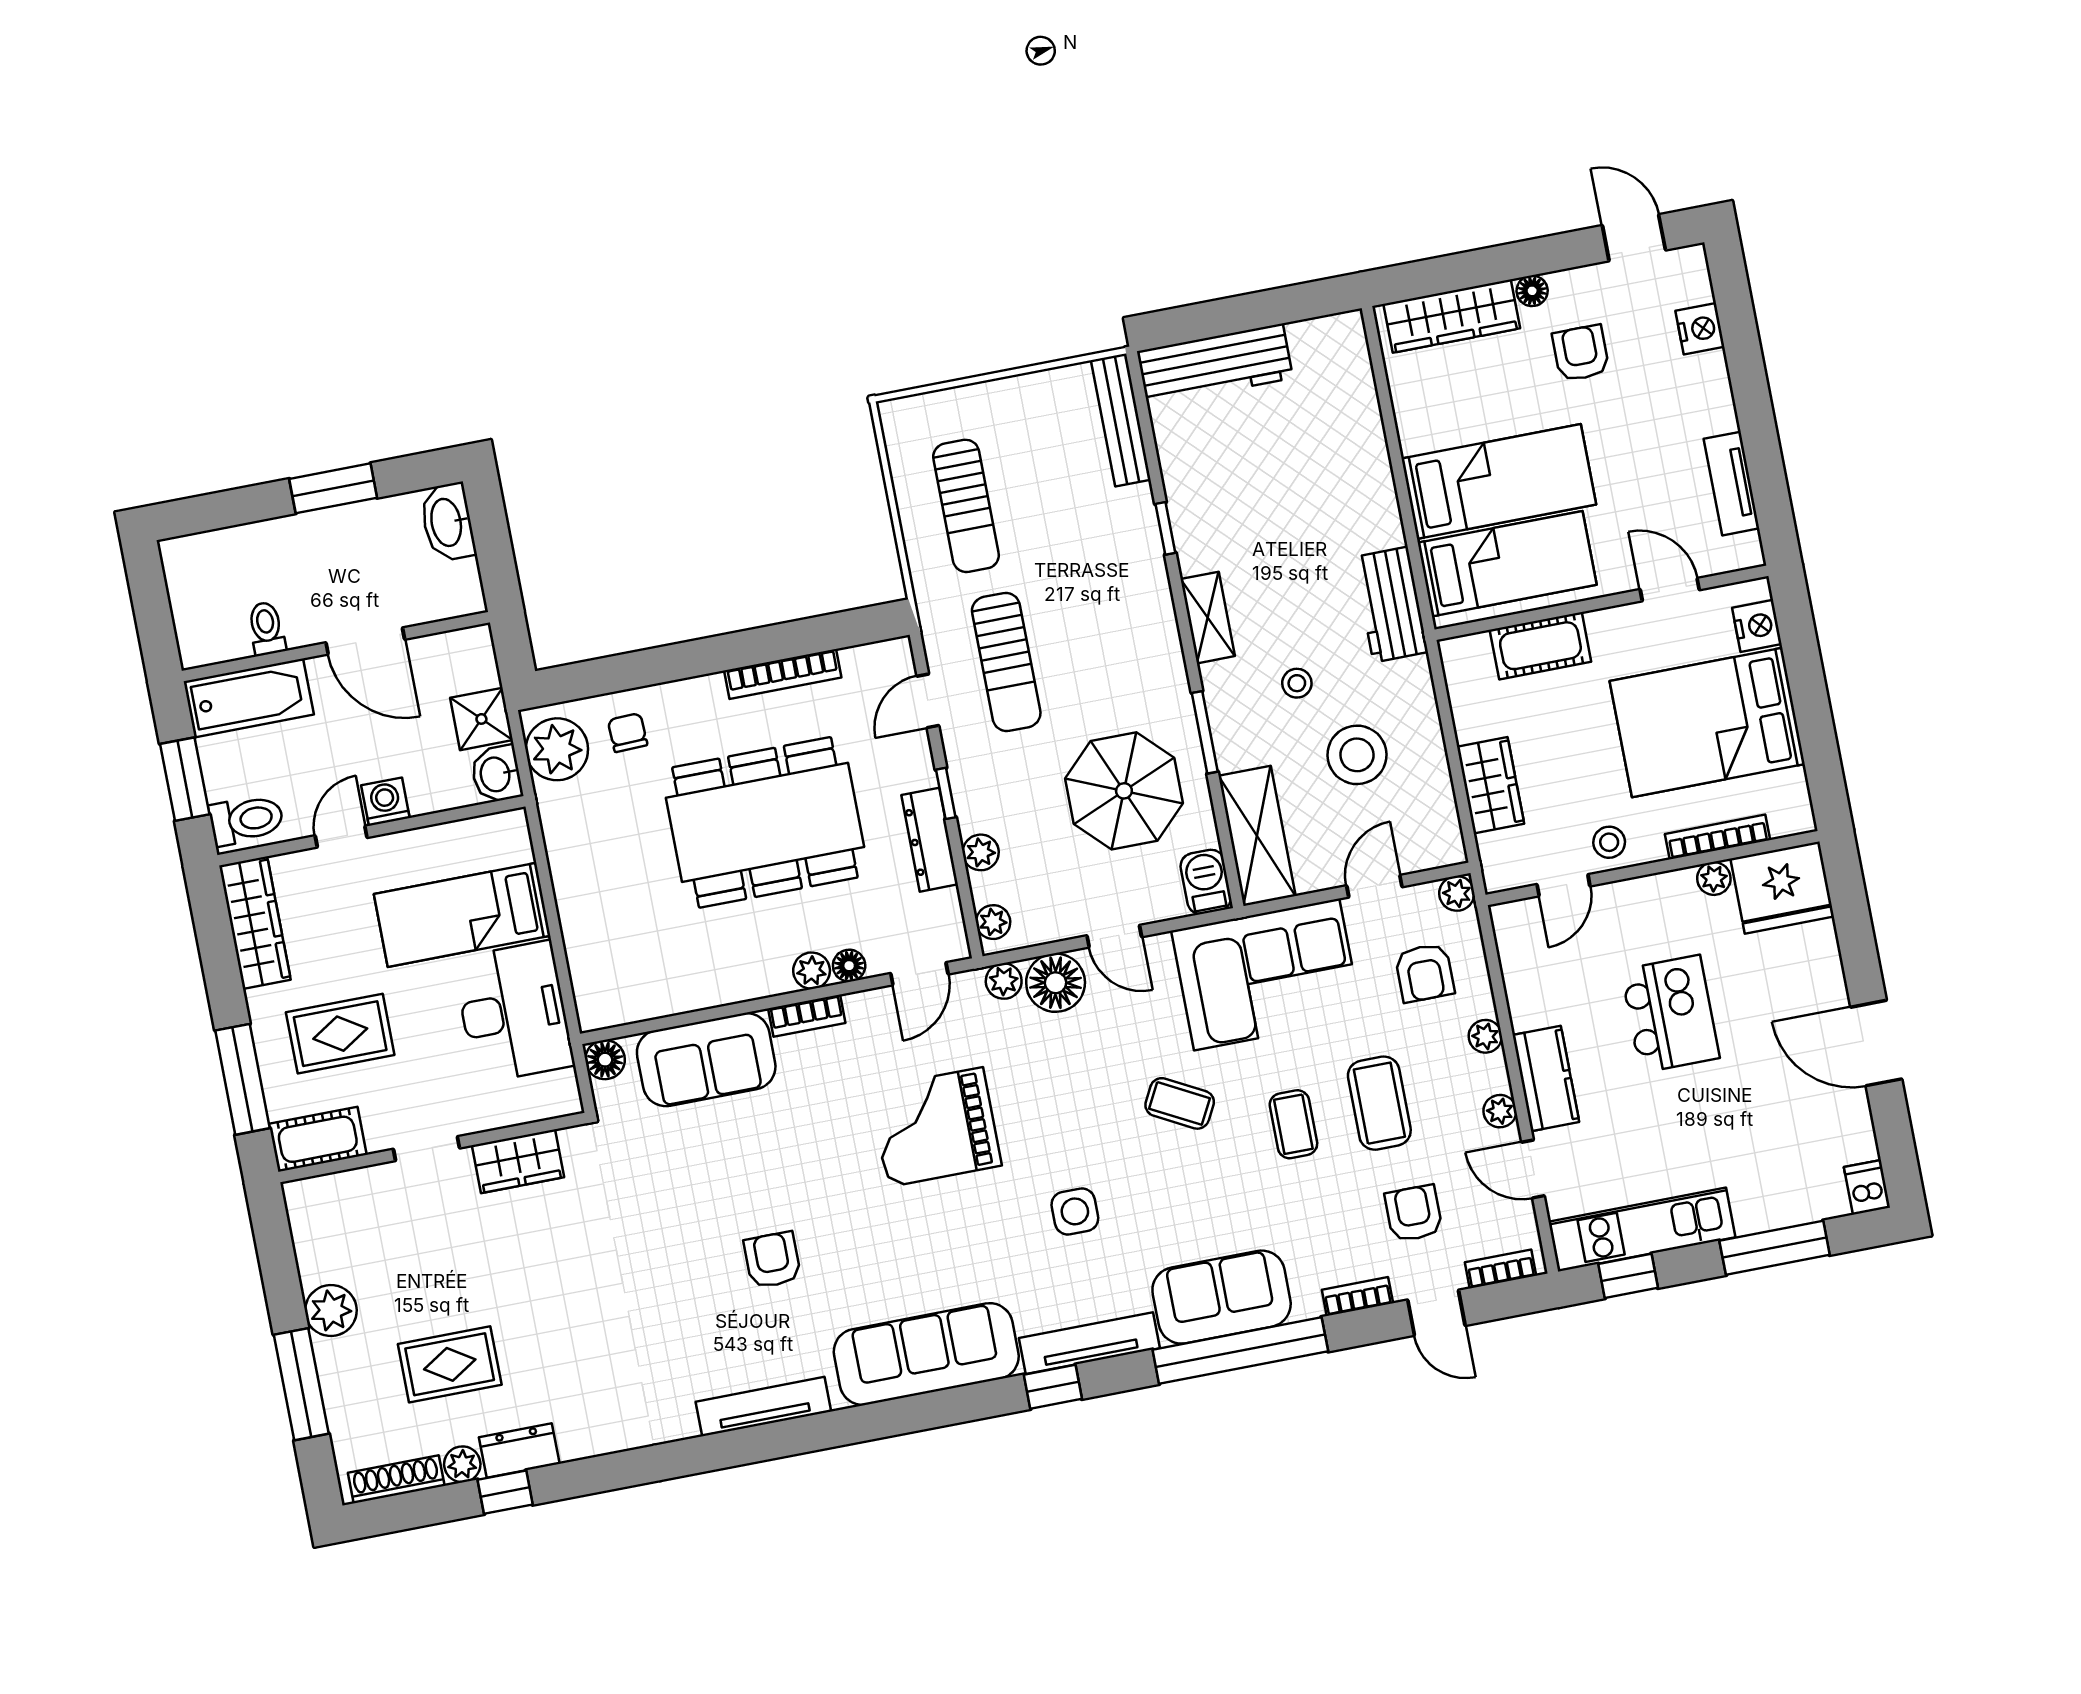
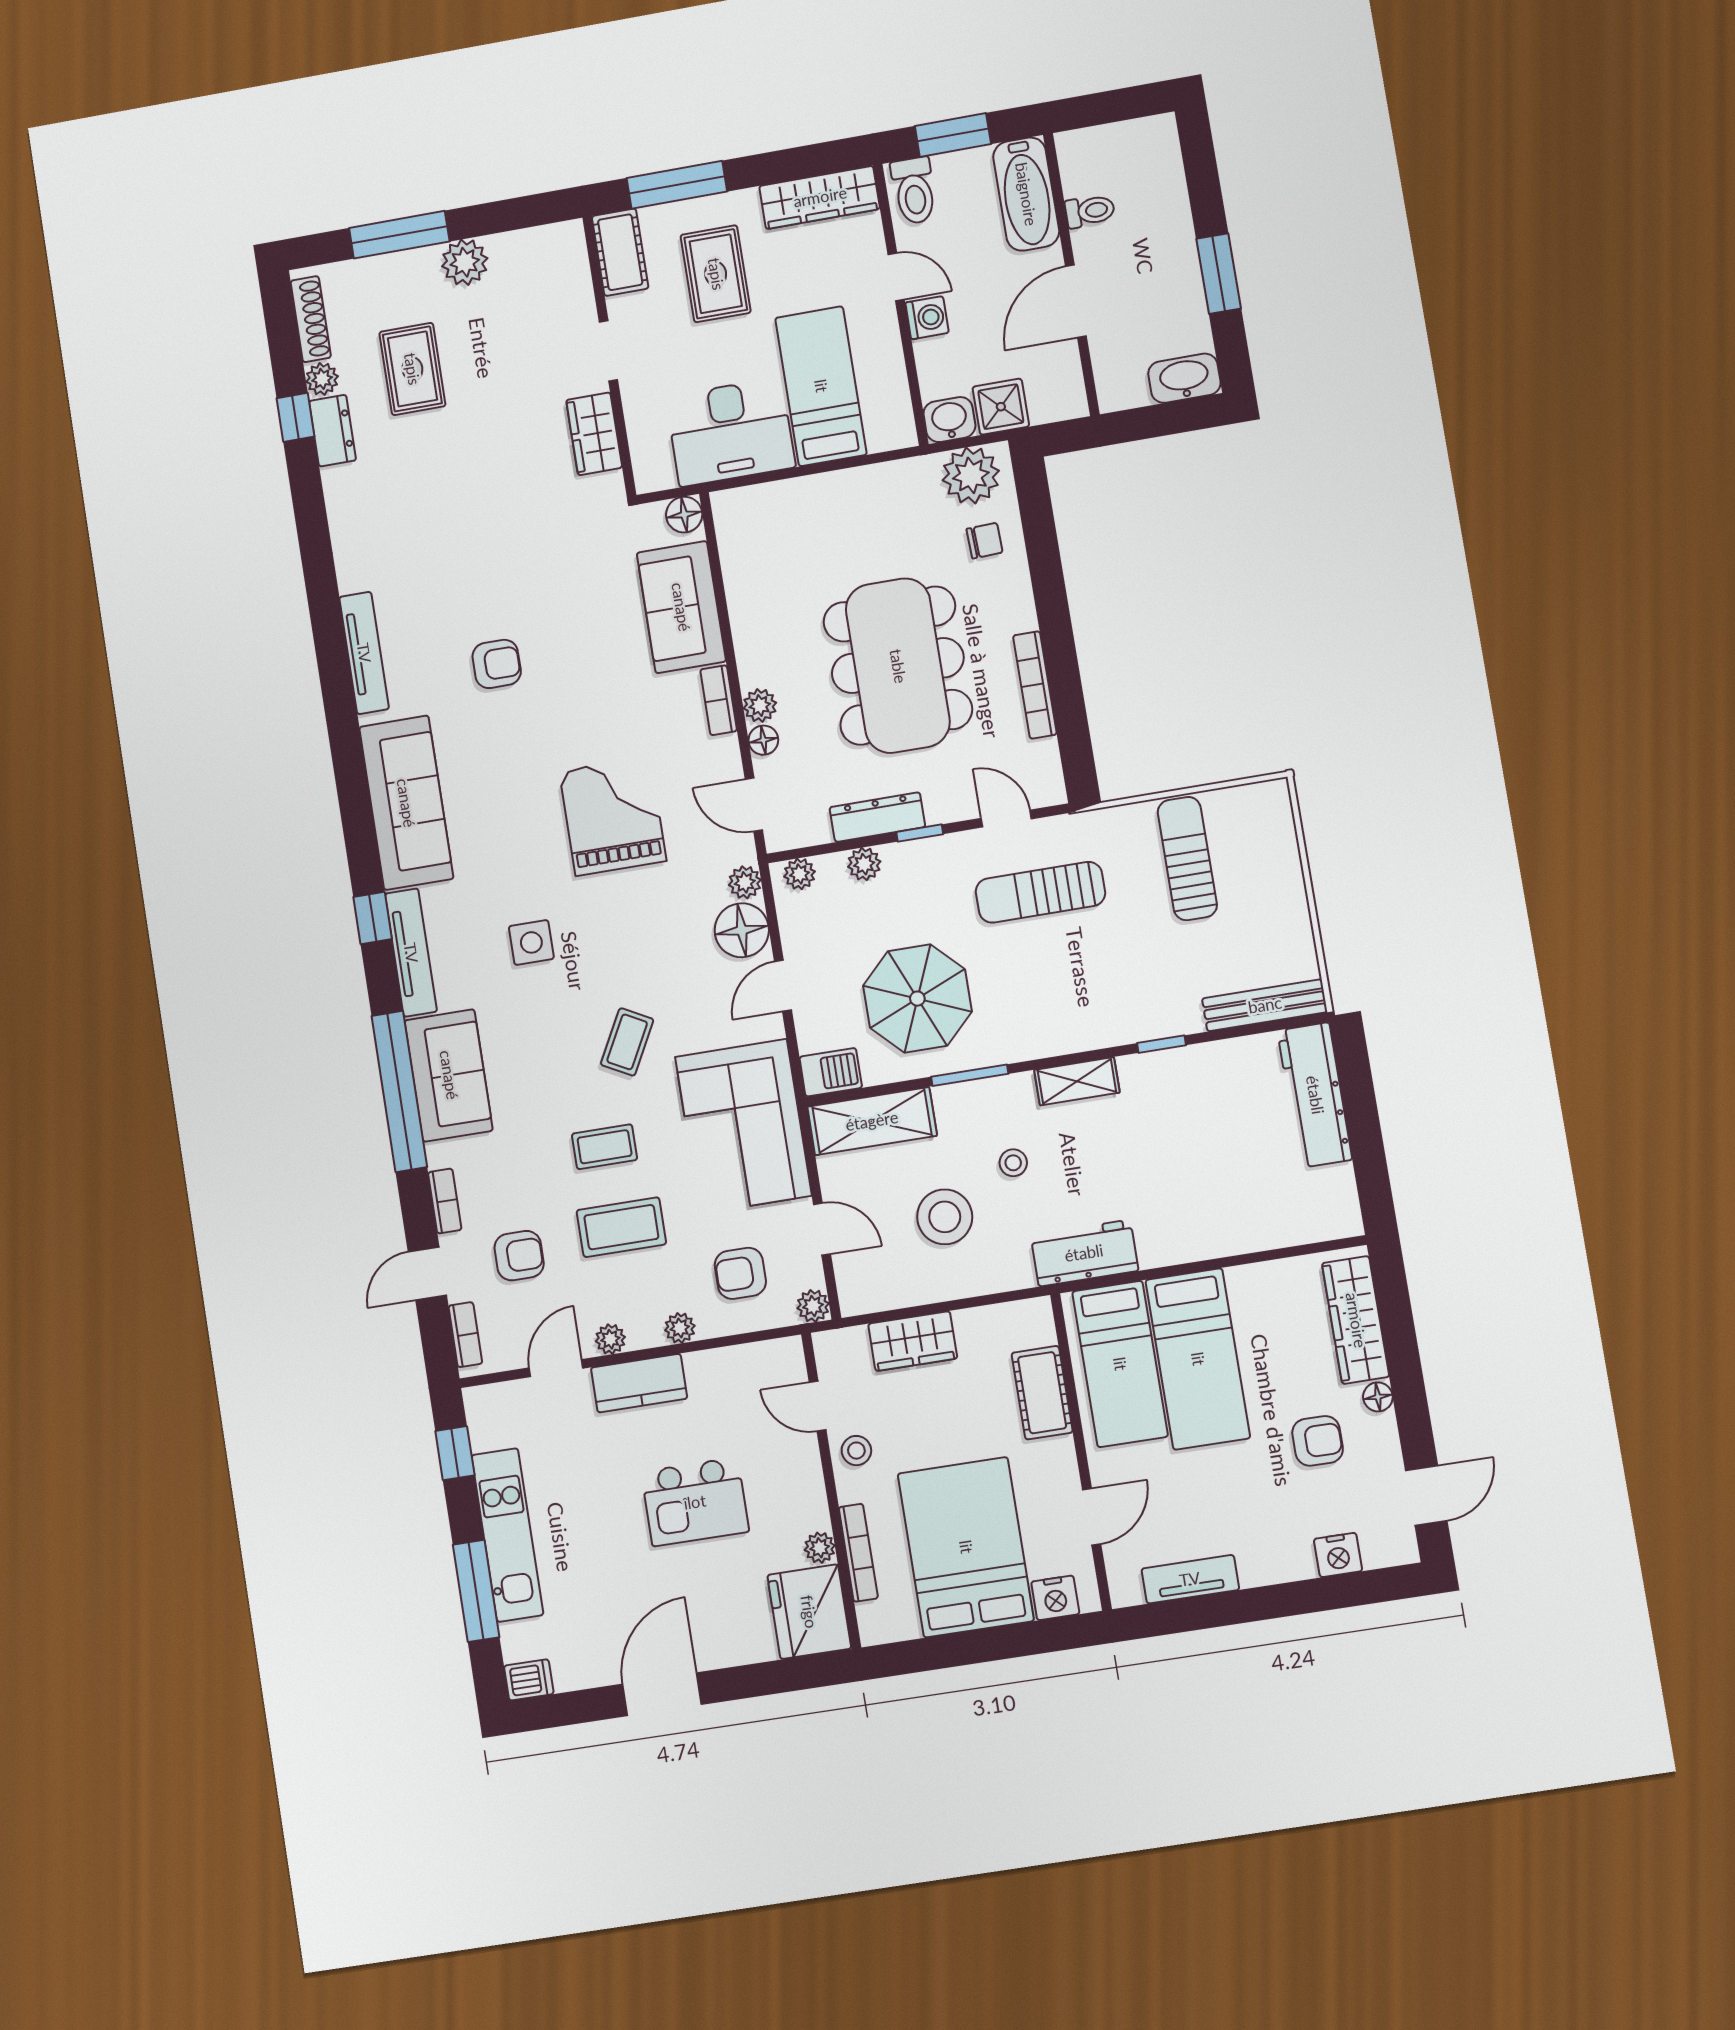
sun lounger: (966, 506) -> (1187, 859), turned 90
kitchen unit: (1642, 1230) -> (507, 1535), moved

